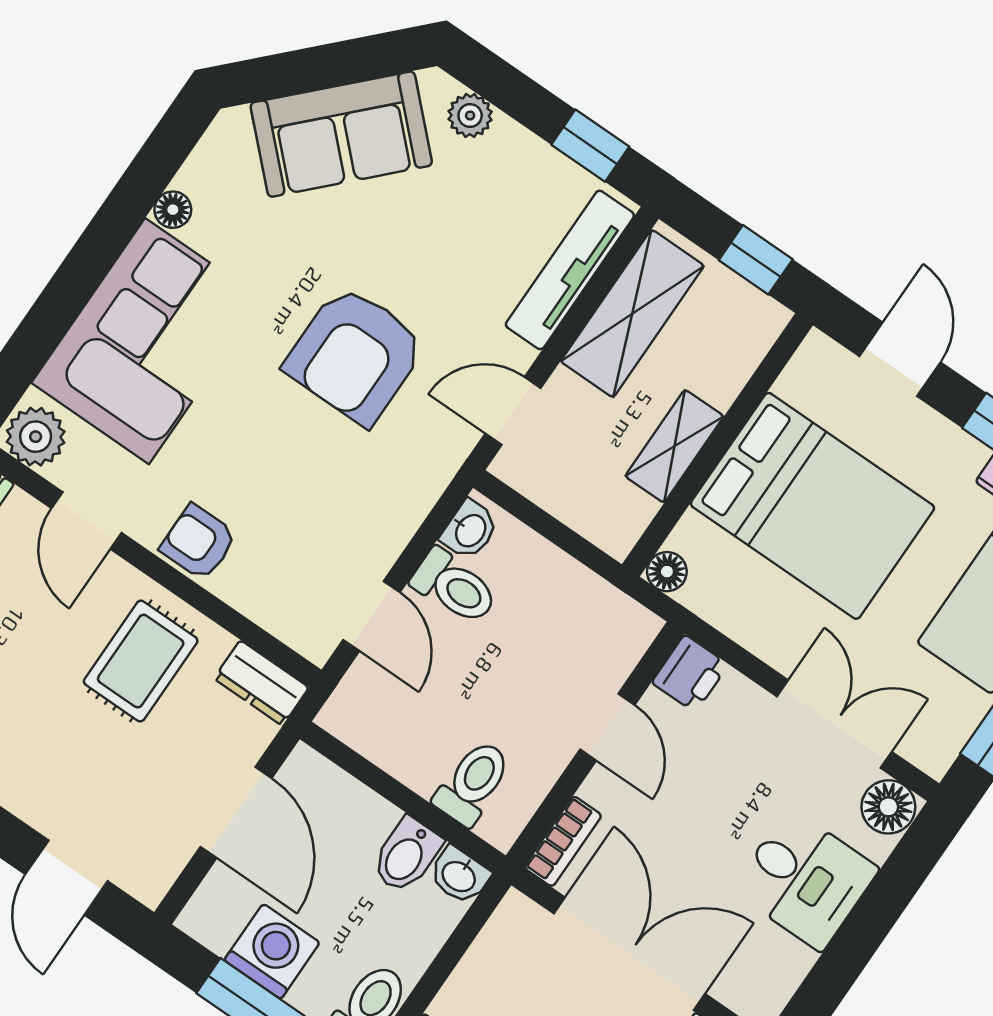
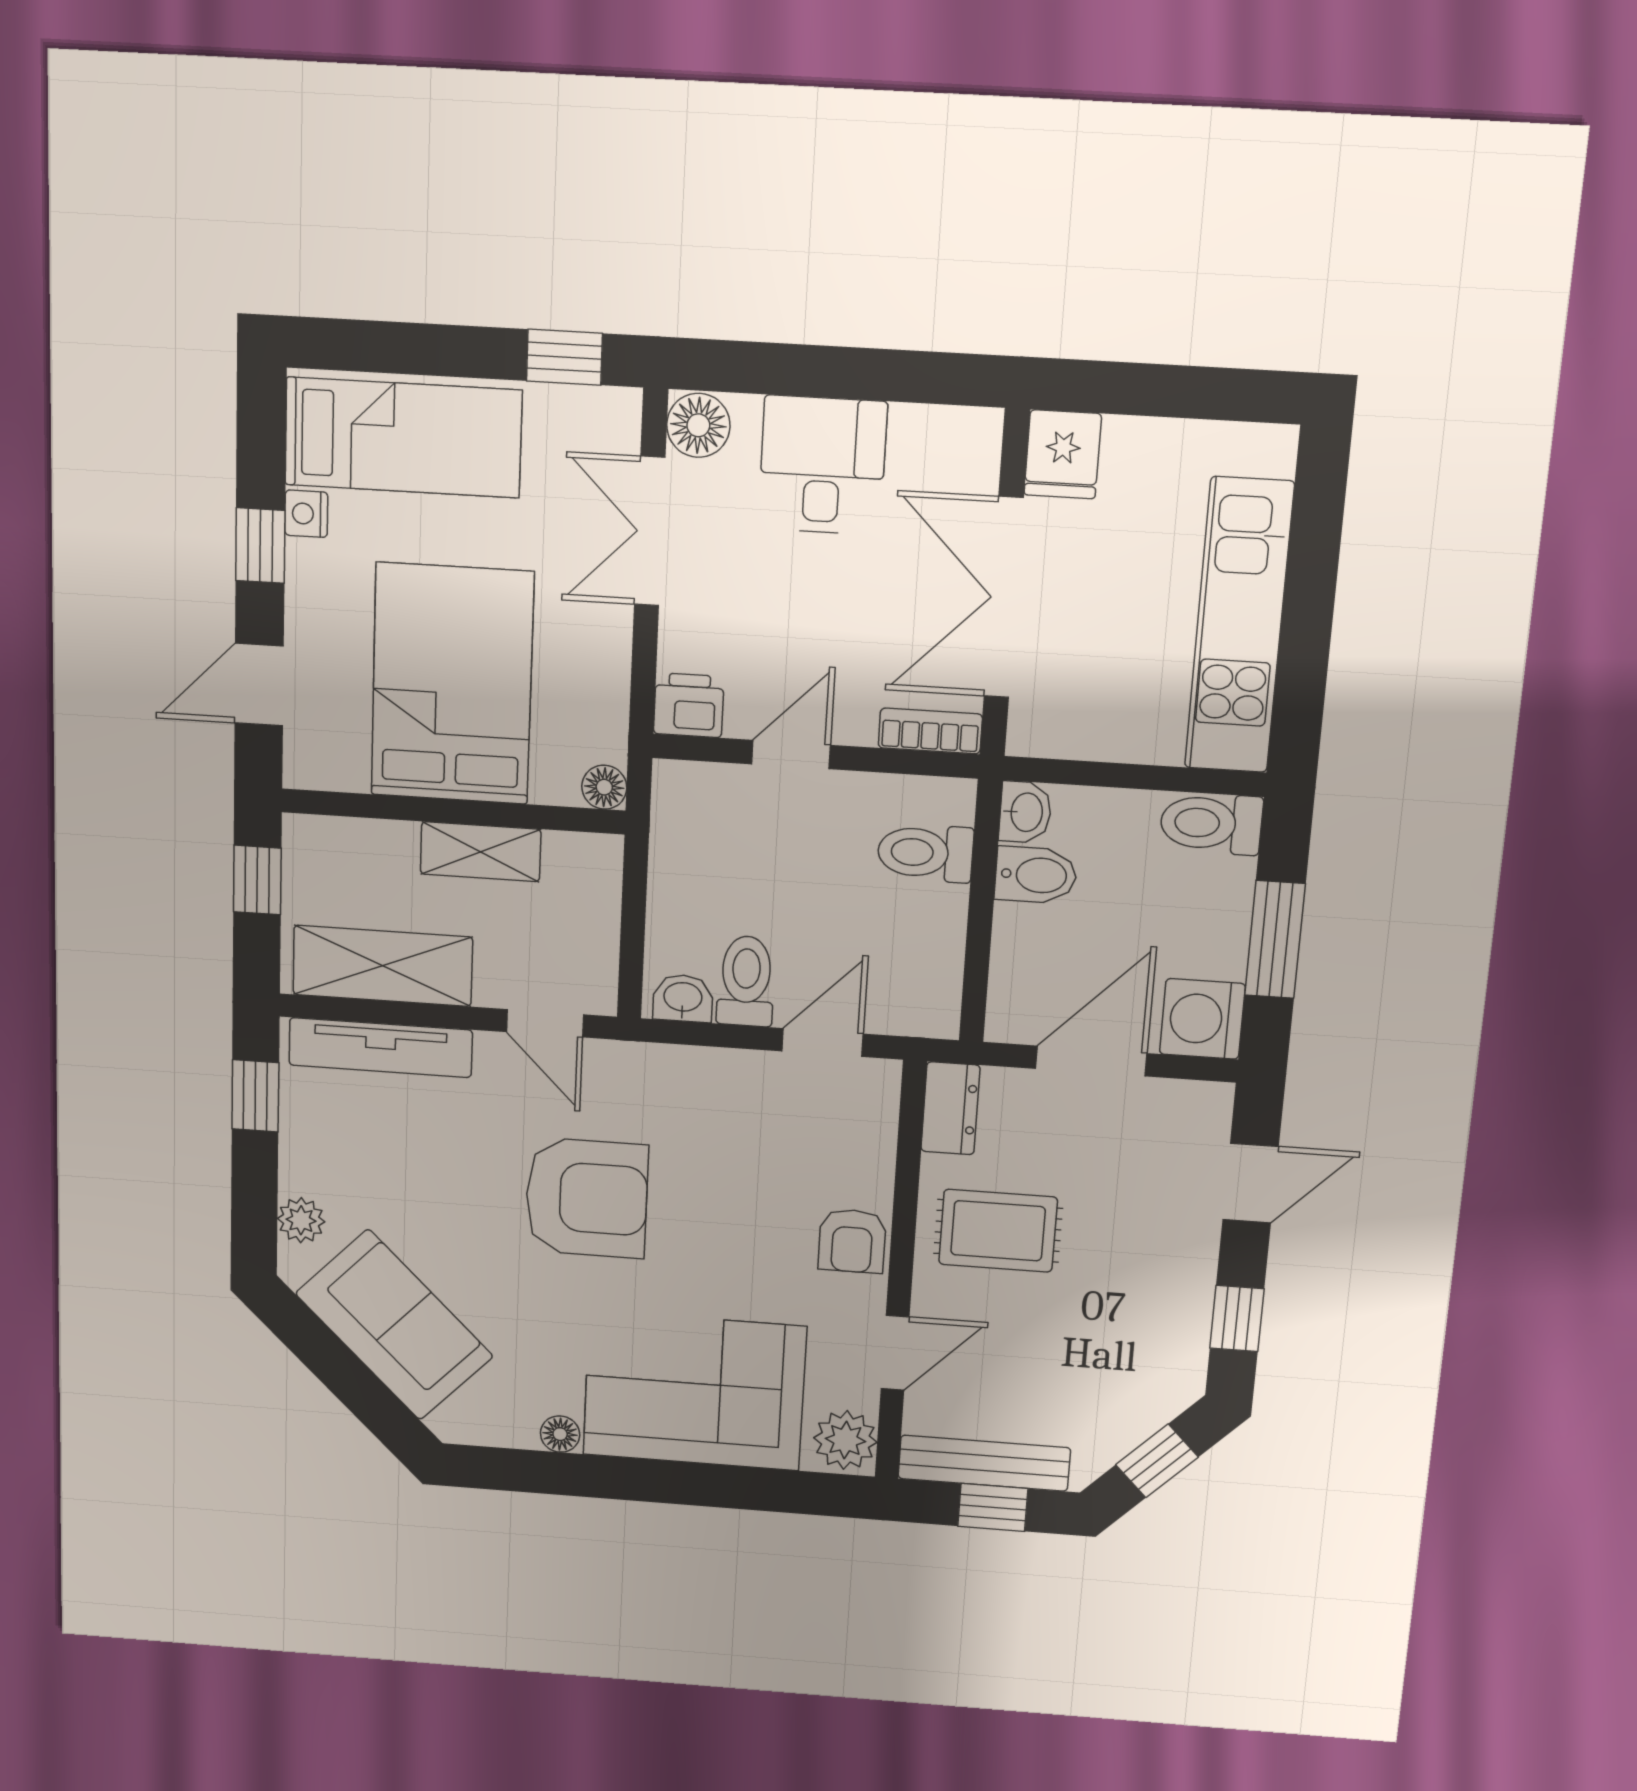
washing machine: (272, 951) -> (1202, 1019), moved

